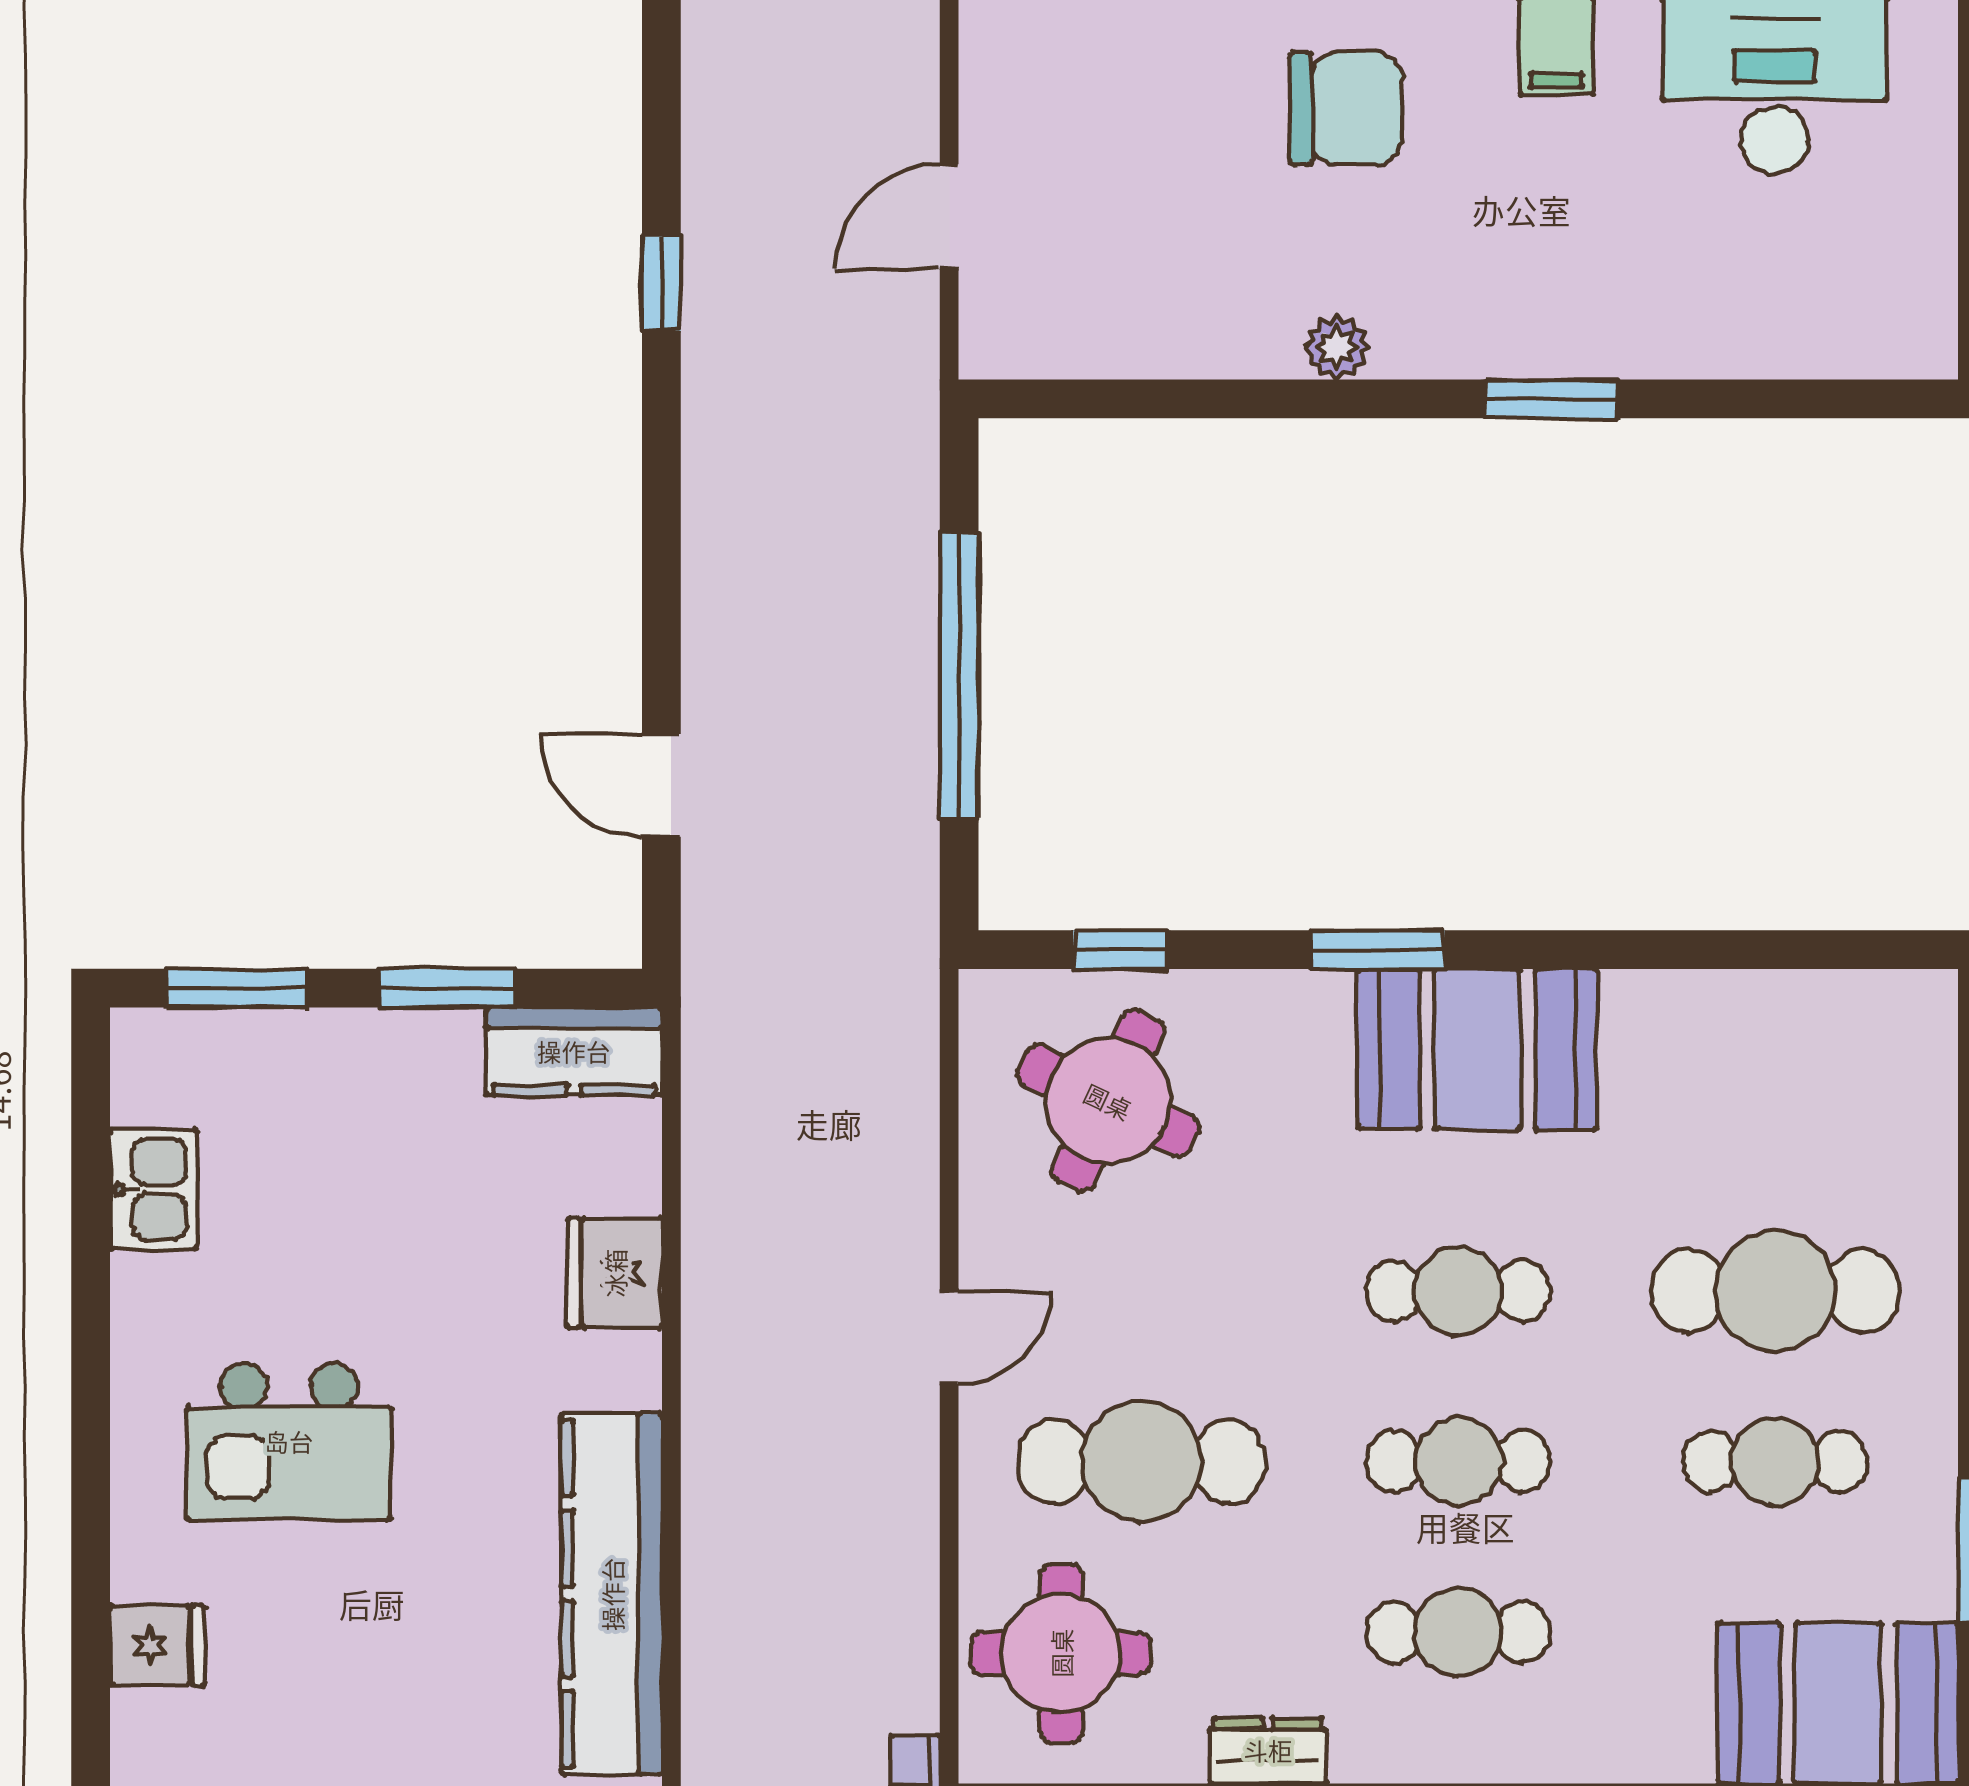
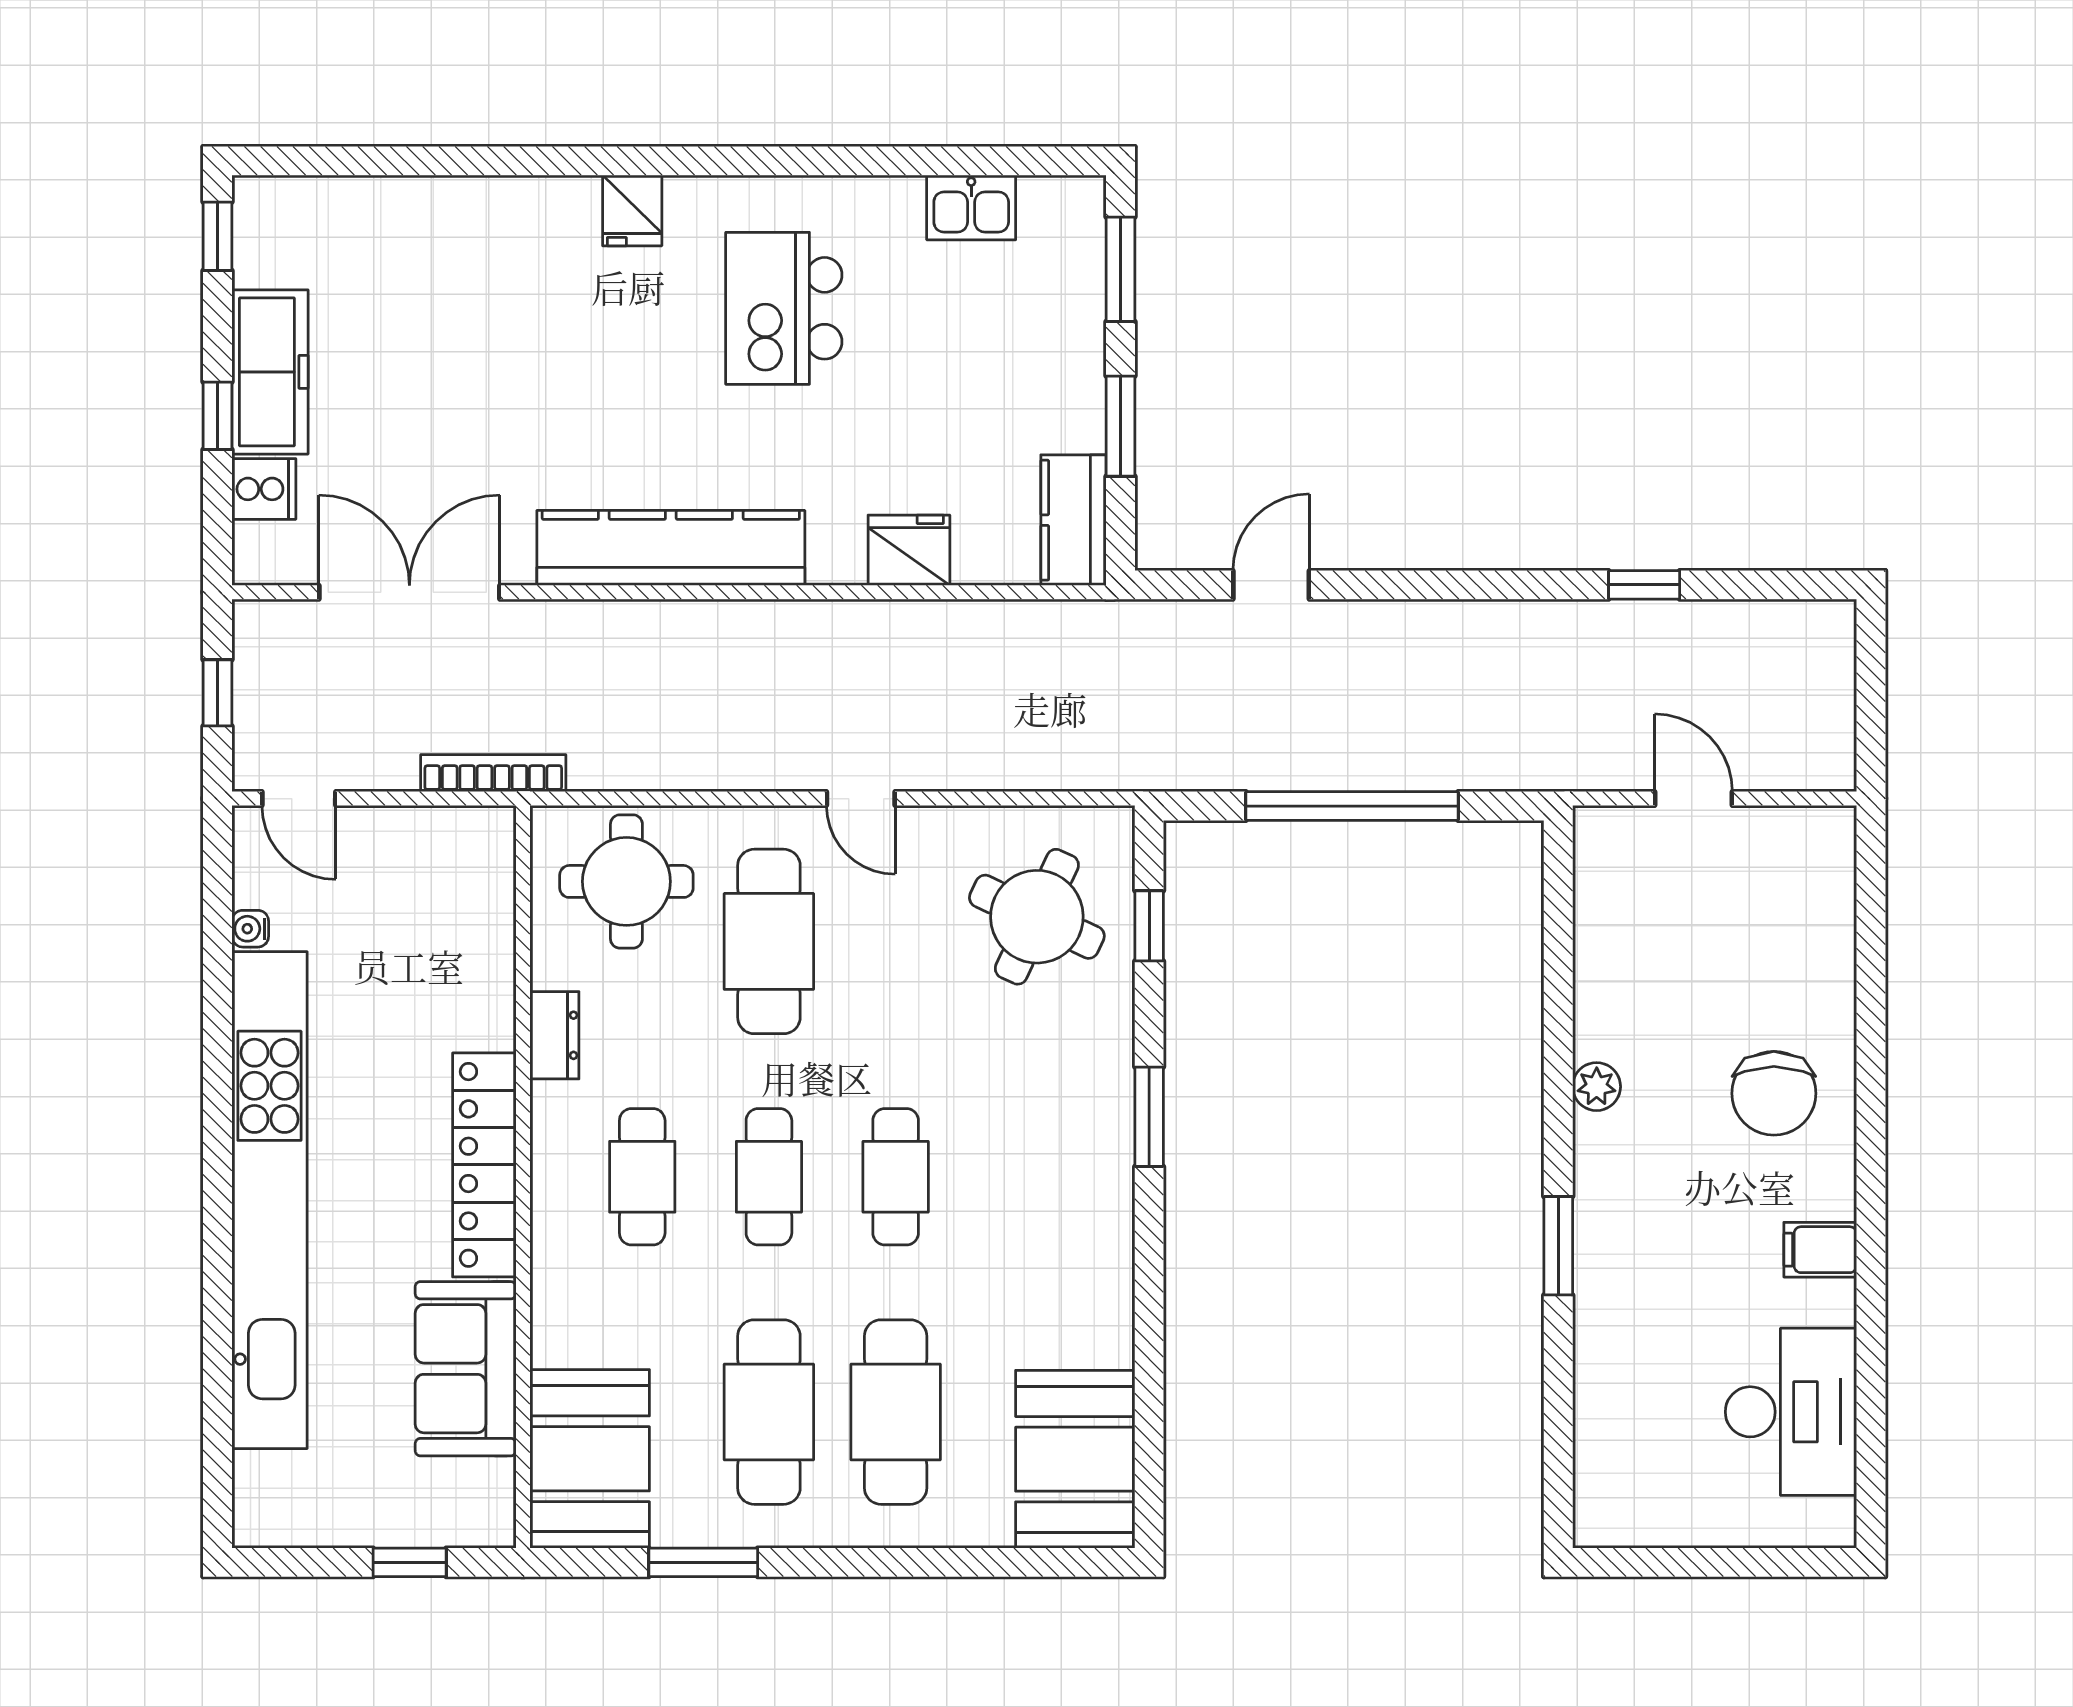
booth: (1478, 1049) -> (1075, 1459), moved
cafe table: (1775, 1462) -> (769, 1412), width x1.37, depth x1.35

